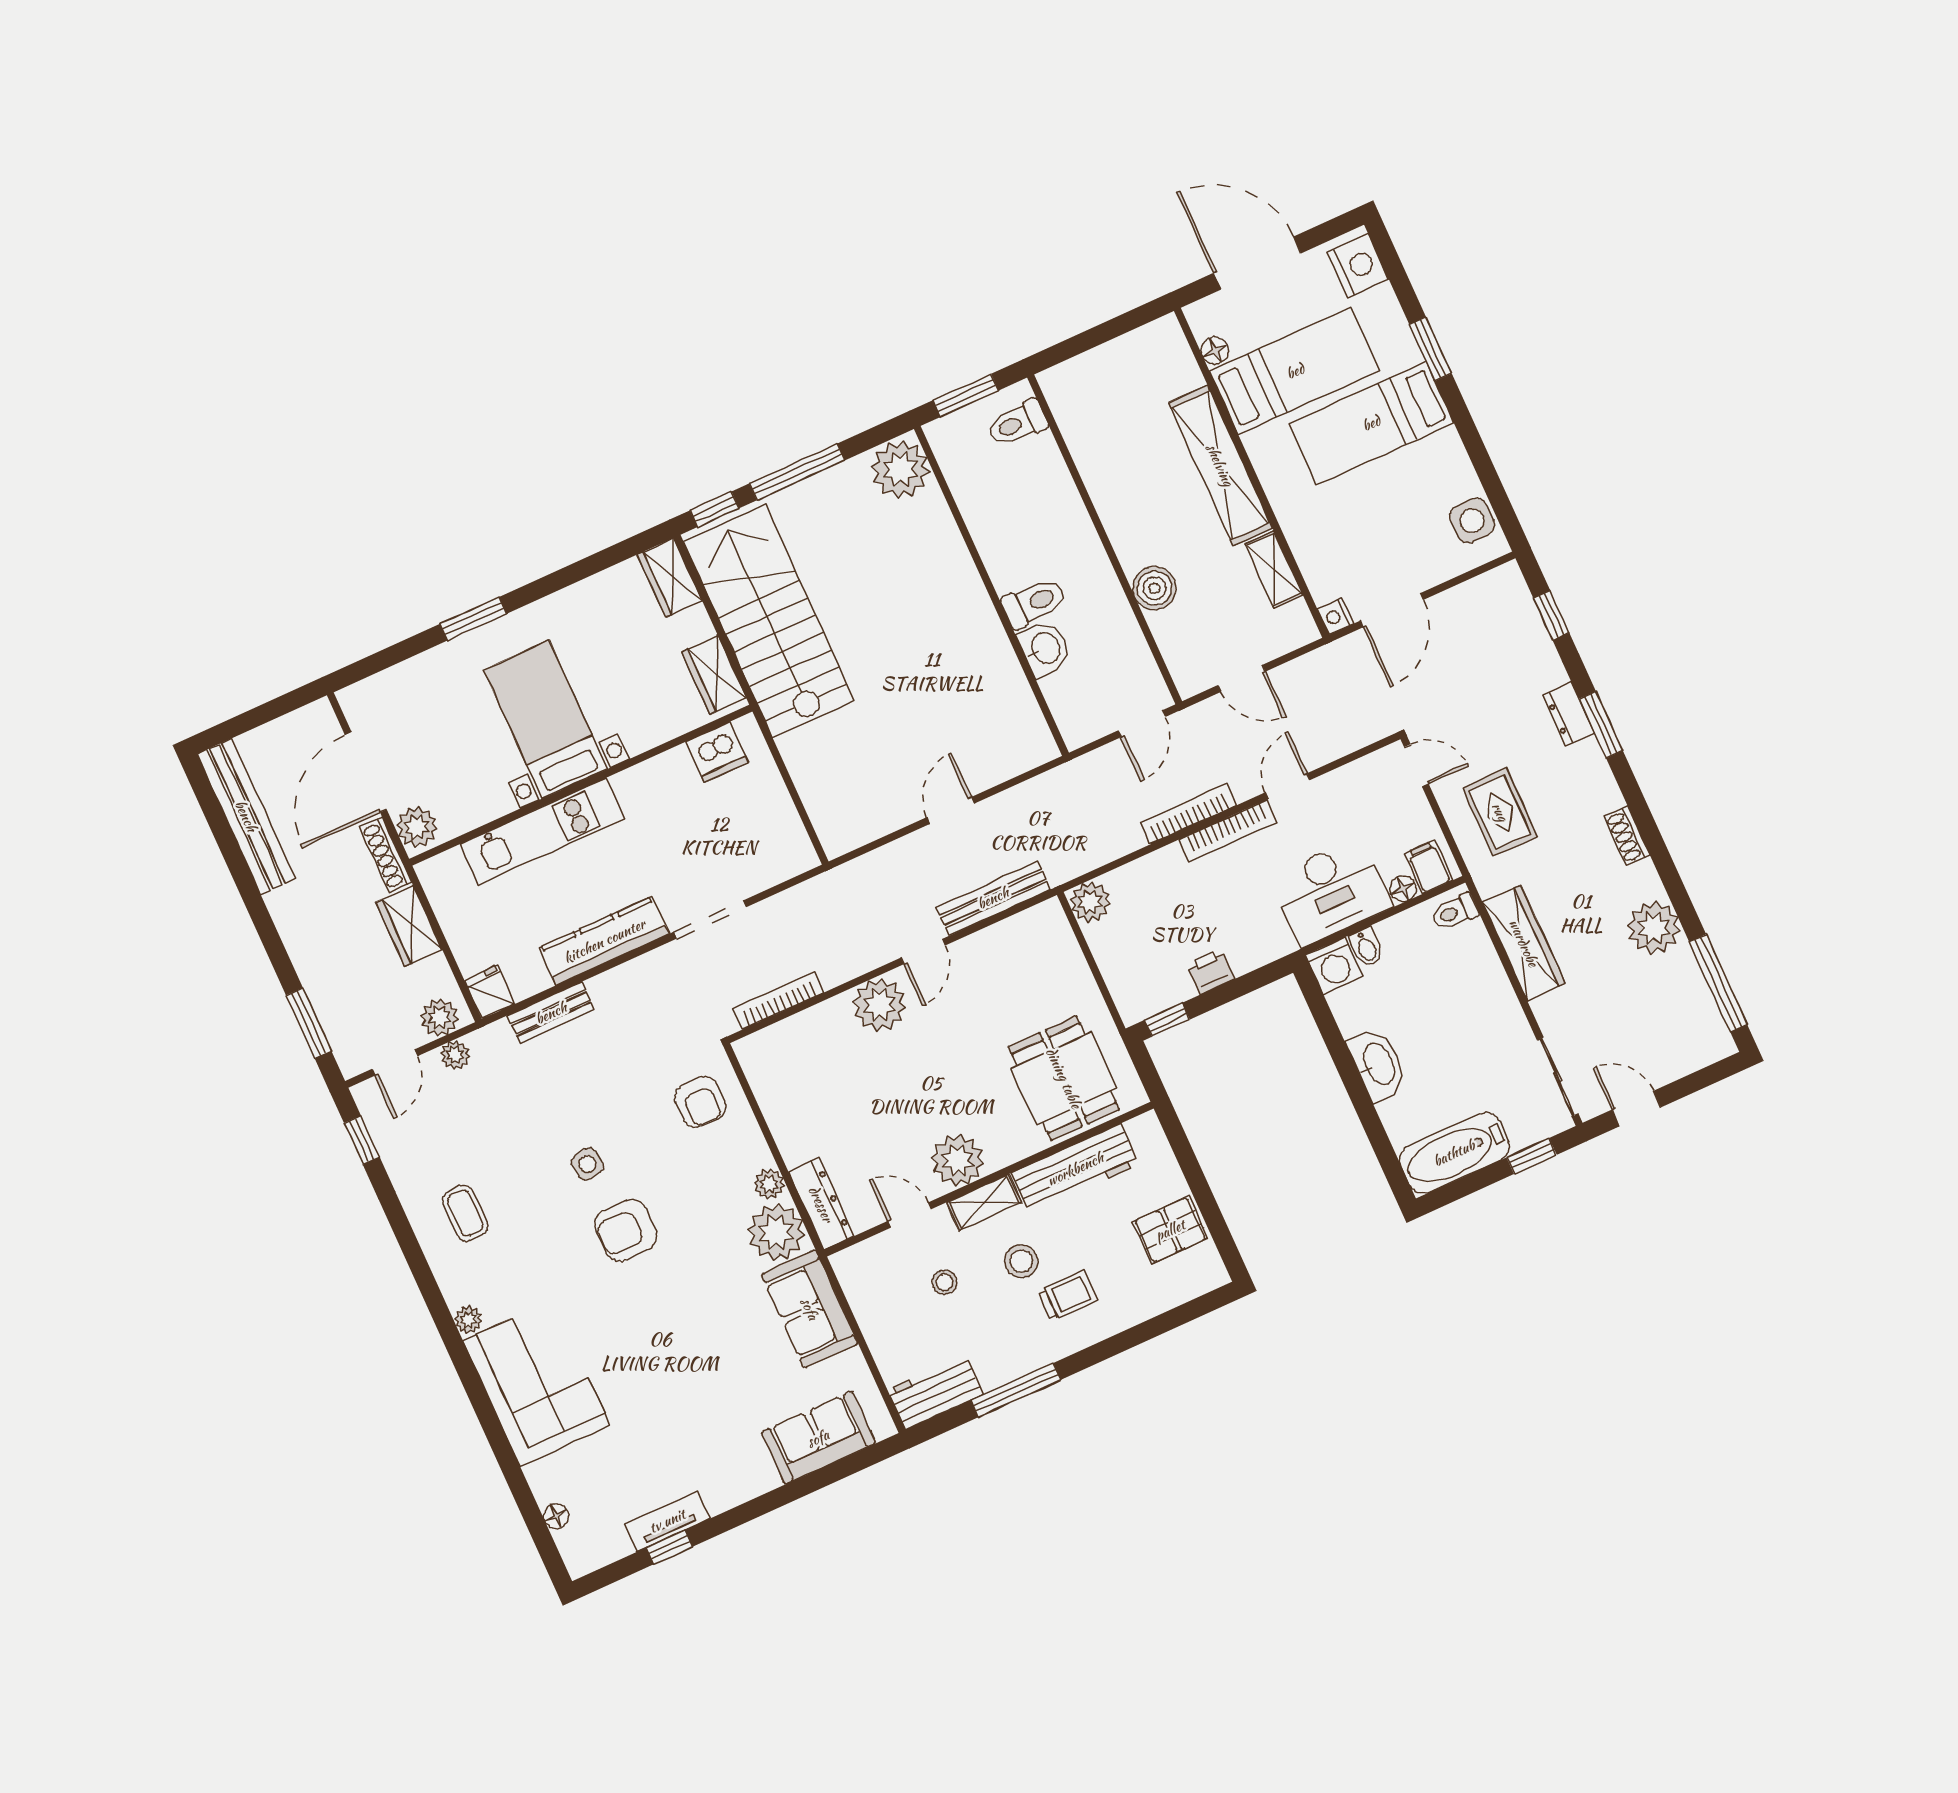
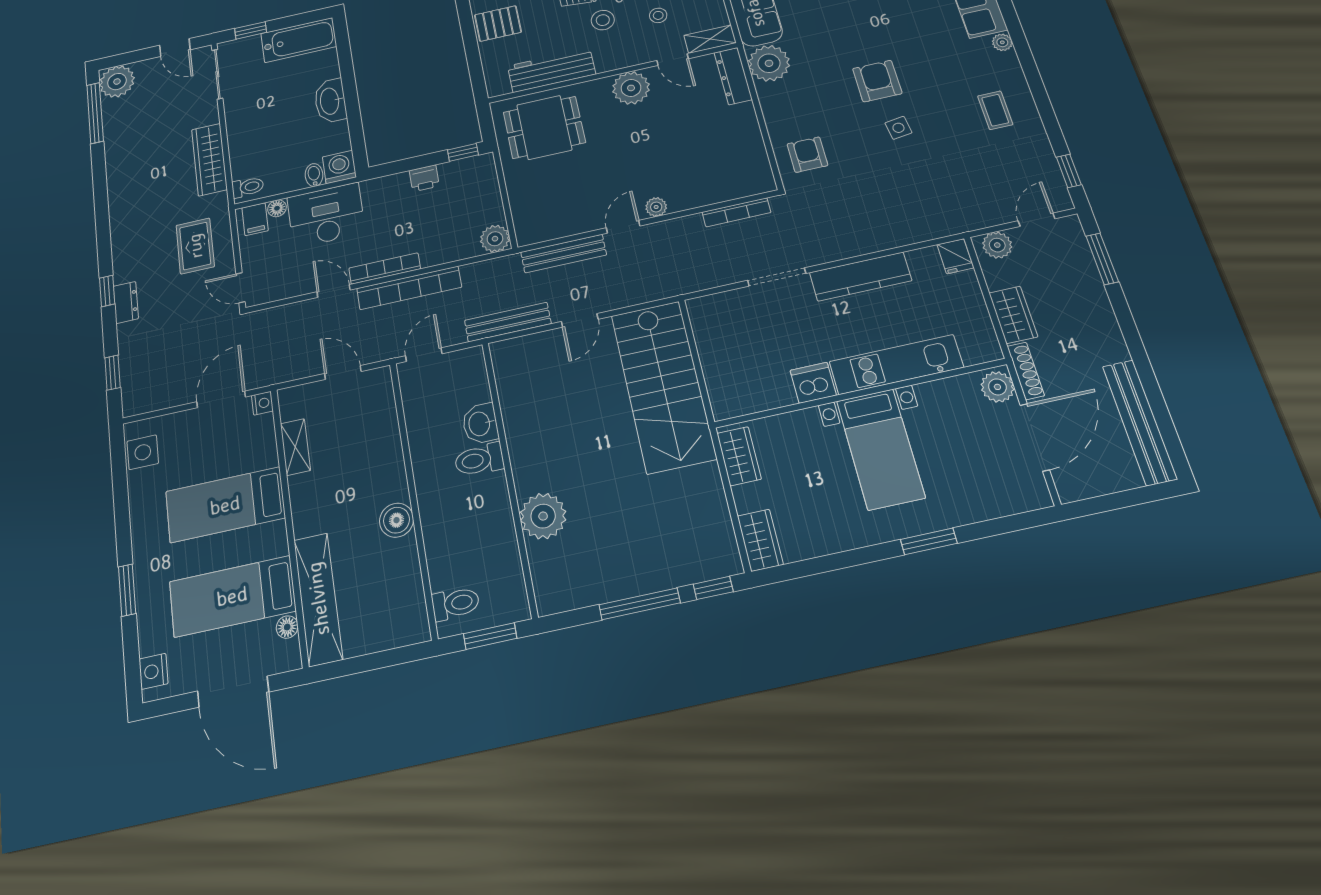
nightstand: (1358, 266) -> (153, 671), width x0.74, depth x0.75
bed: (1371, 423) -> (225, 505), moved, turned 180
shelving: (1220, 465) -> (318, 599), moved
plant: (900, 469) -> (543, 516), moved
boiler: (1154, 588) -> (396, 520), moved
stairs: (769, 621) -> (663, 386), moved
window: (1601, 725) -> (107, 291), width x0.67
dishwasher: (717, 752) -> (813, 383), moved
door: (1288, 786) -> (334, 291), swing flipped
bookcase: (1188, 814) -> (409, 288), width x1.48, depth x1.31
shoe rack: (1627, 836) -> (118, 215), removed
plant: (1654, 928) -> (117, 82), moved
plant: (879, 1005) -> (656, 207), width x0.53, depth x0.53
bench: (551, 1013) -> (508, 322), moved, width x1.36
plant: (455, 1055) -> (989, 217), removed
dining table: (1064, 1078) -> (544, 127), turned 90
plant: (769, 1184) -> (768, 94), removed
shelving: (984, 1202) -> (710, 39), moved
armchair: (626, 1230) -> (877, 81), turned -90

